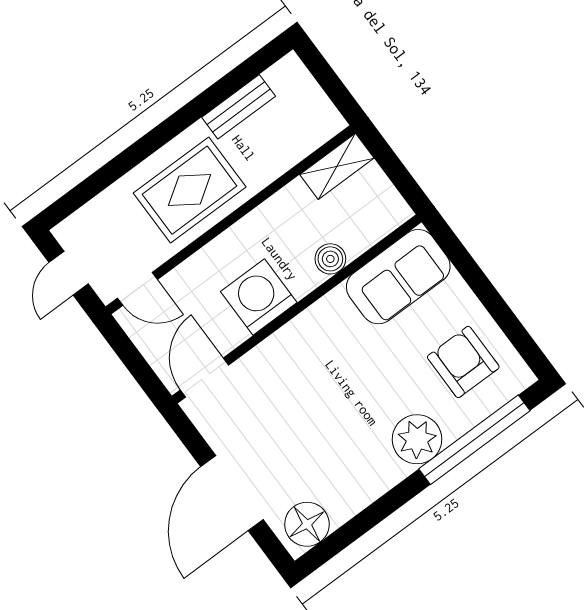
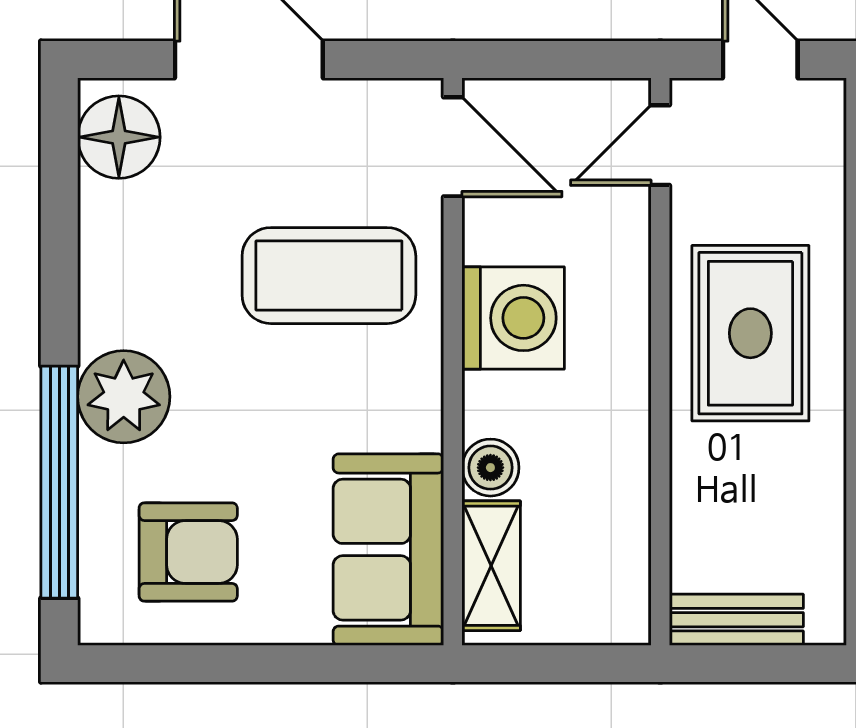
bench: (239, 107) -> (736, 620), moved, turned 90
shelving: (337, 166) -> (491, 566), moved
coffee table: (299, 390) -> (329, 276), added

